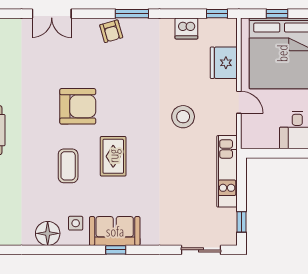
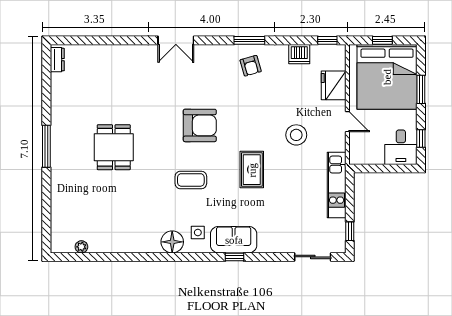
armchair: (111, 31) -> (251, 66), moved
rug: (113, 156) -> (252, 170), moved
coffee table: (68, 166) -> (191, 180), turned 90

